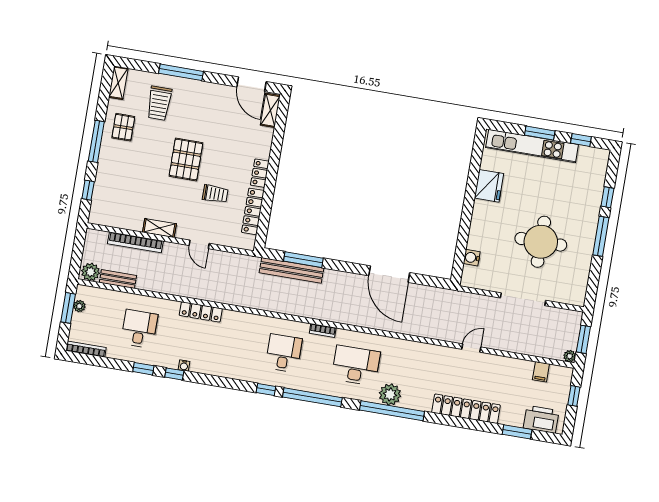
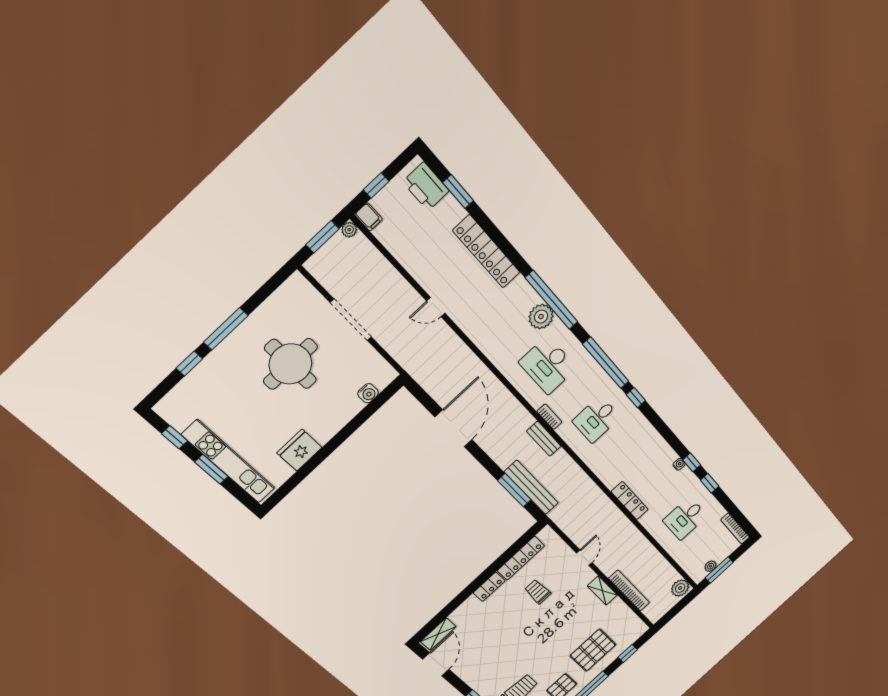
pallet: (186, 159) -> (593, 650), moved
bench: (118, 279) -> (544, 439), moved
filing cabinet: (541, 372) -> (369, 217), moved, turned 90

